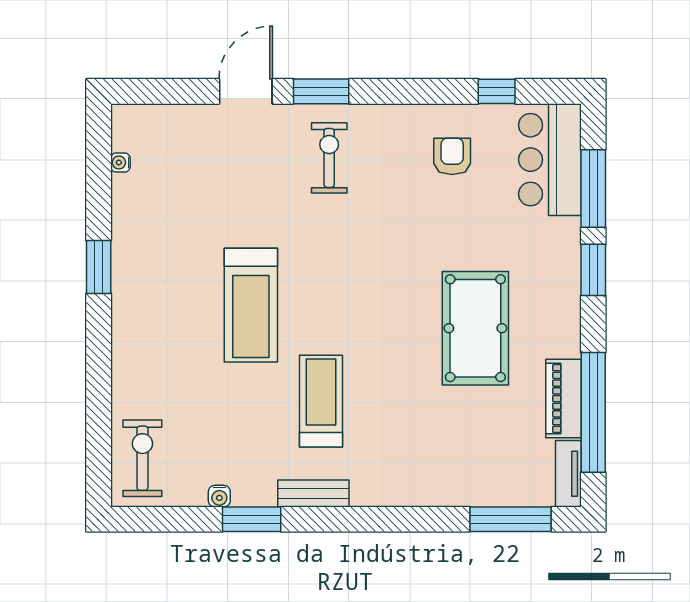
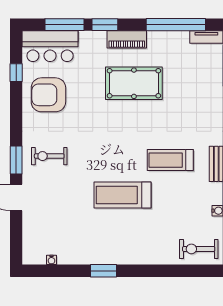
armchair: (452, 156) -> (48, 95), width x1.88, depth x1.88
treadmill: (251, 305) -> (122, 195), turned 180
piano: (563, 399) -> (127, 39), moved

